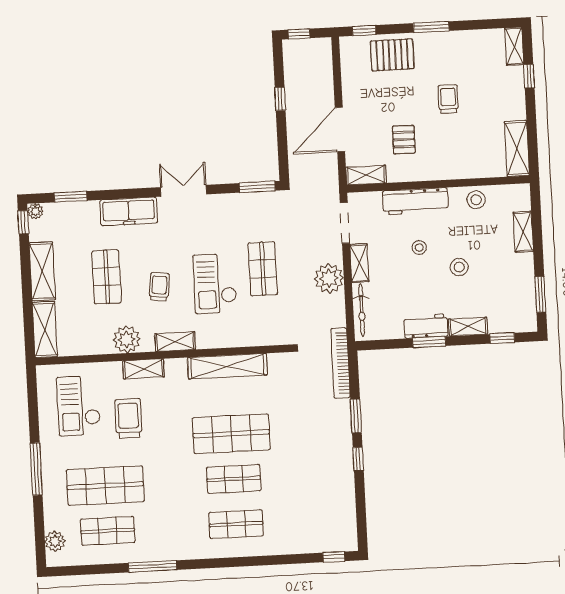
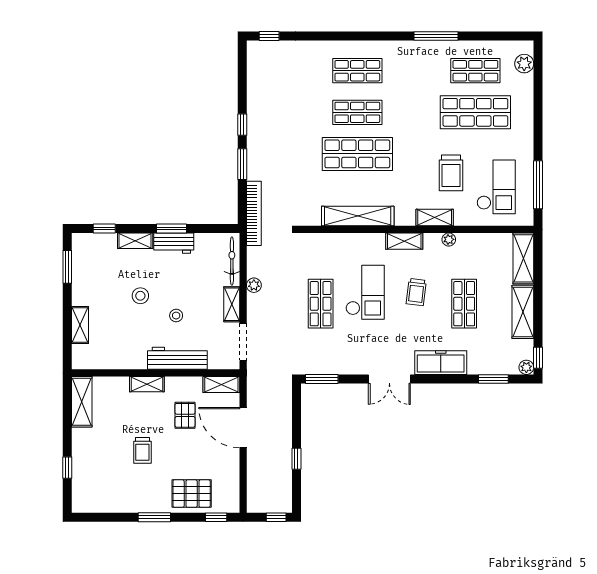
shelving: (514, 46) -> (147, 384), moved, turned 90
door: (340, 129) -> (243, 428), swing flipped
stool: (476, 200) -> (122, 357), removed
plant: (329, 278) -> (254, 285), width x0.53, depth x0.53
plant: (127, 339) -> (449, 239), width x0.53, depth x0.53
window: (36, 469) -> (538, 185), moved

